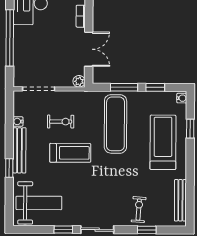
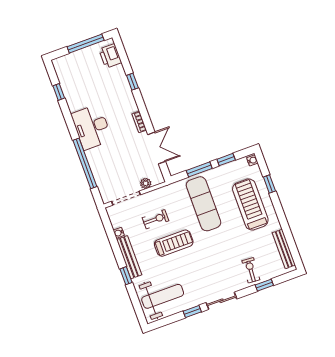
plant: (79, 81) -> (146, 183), moved

